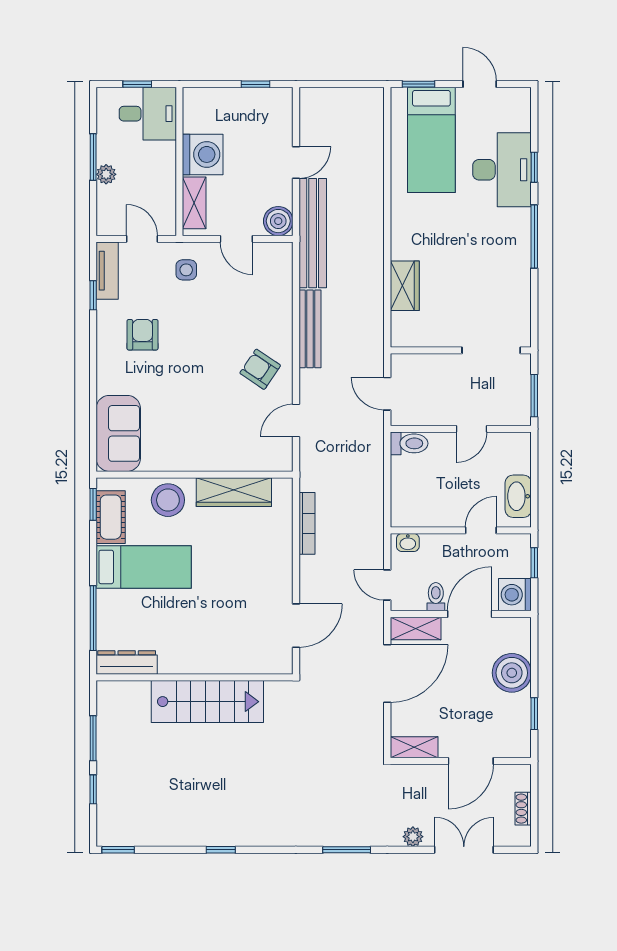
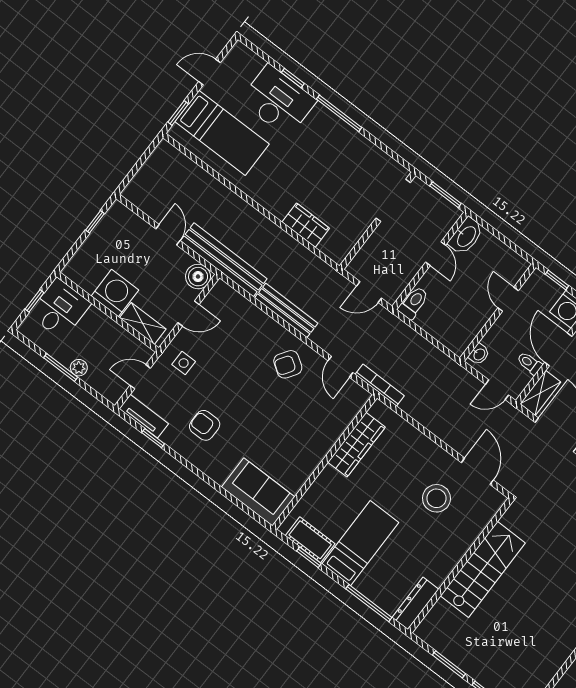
washbasin: (518, 496) -> (466, 236), moved, turned -90
stool: (168, 500) -> (436, 498), moved
window: (93, 504) -> (309, 557), moved
bookcase: (307, 523) -> (380, 385), moved

